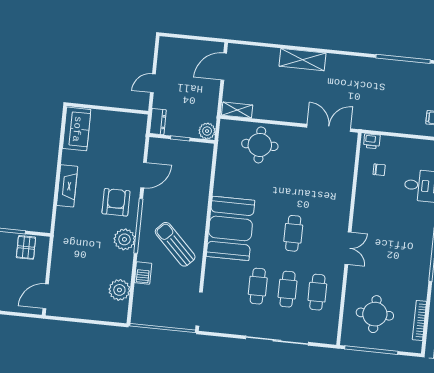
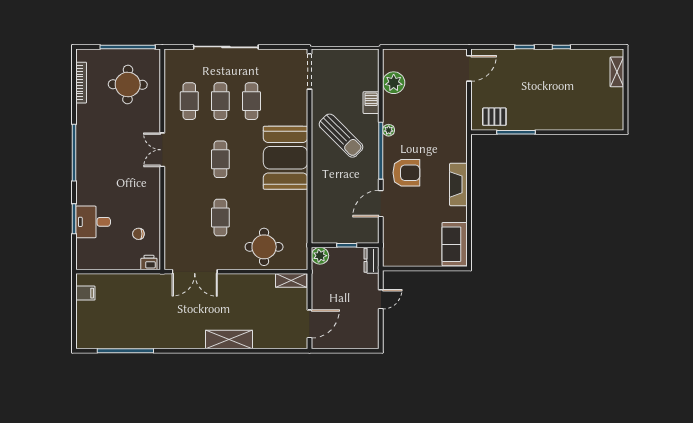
cafe table: (299, 177) -> (220, 217), added
armchair: (116, 202) -> (406, 173), turned -90
plant: (124, 239) -> (389, 130), width x0.53, depth x0.53
pallet: (26, 247) -> (494, 117), turned 90

